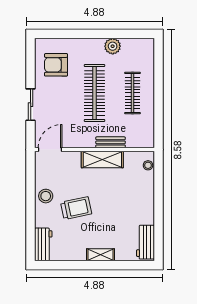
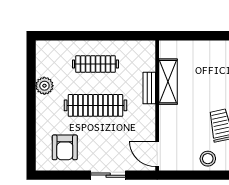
shelving: (102, 160) -> (168, 82), moved
stool: (148, 165) -> (174, 47), removed

